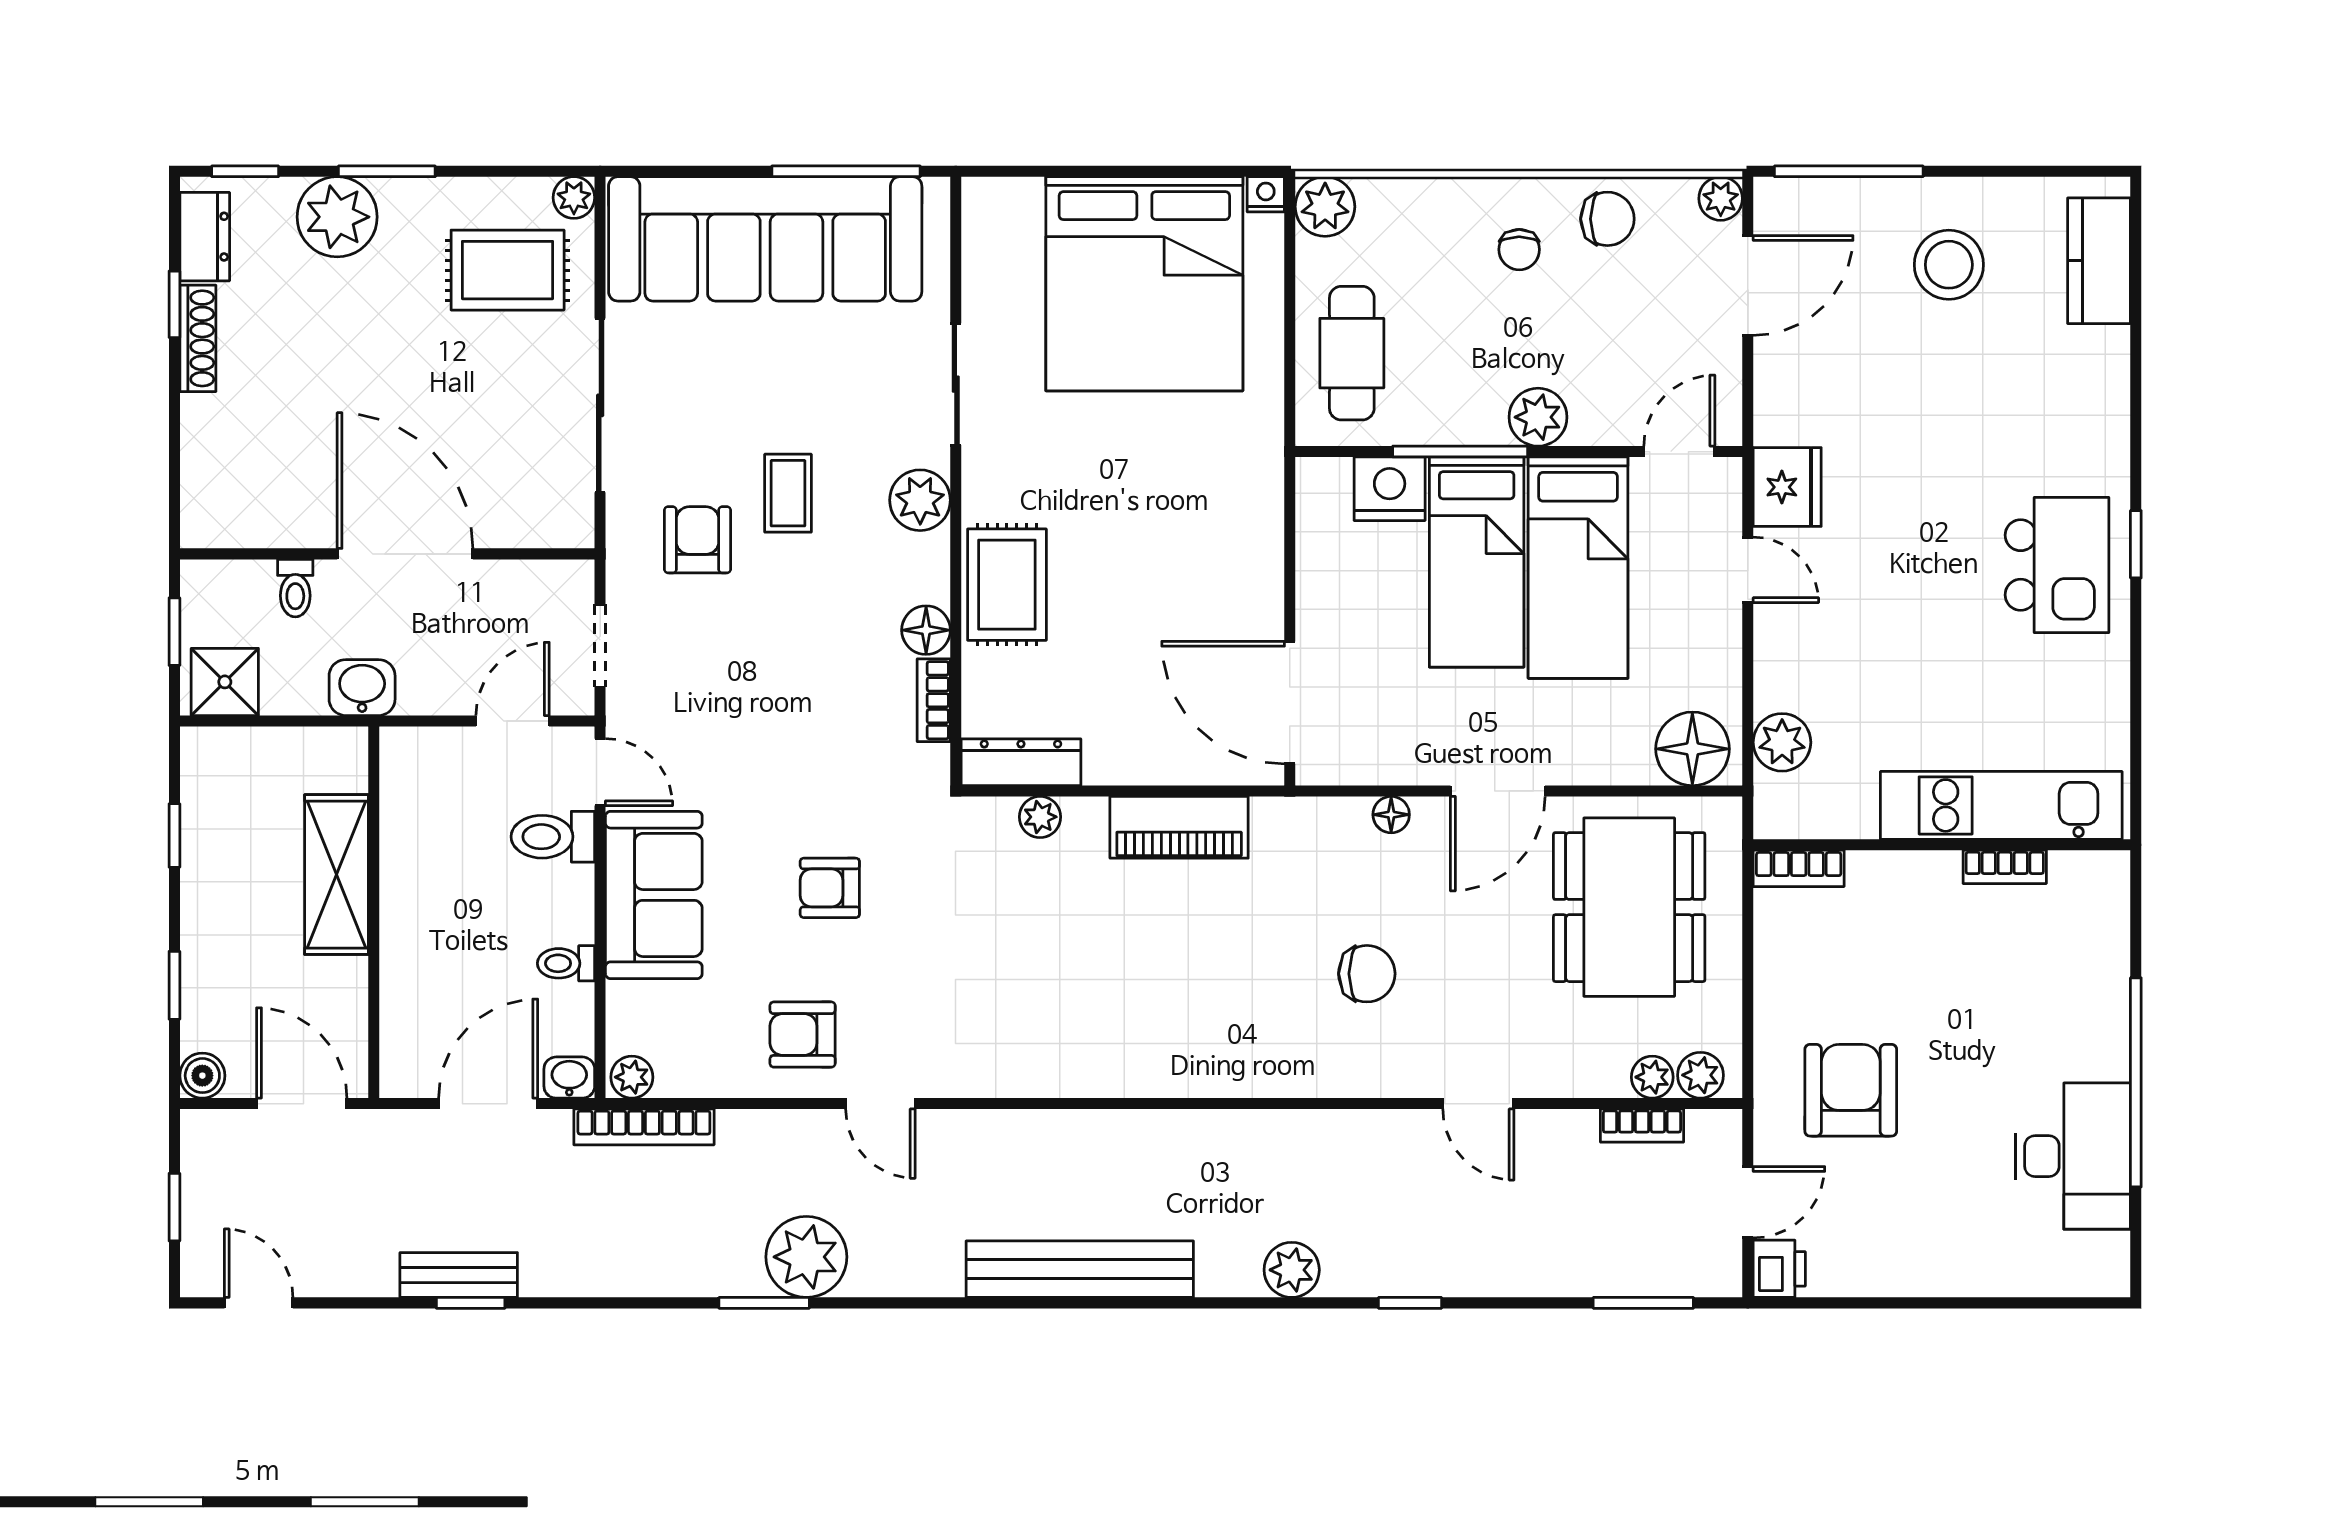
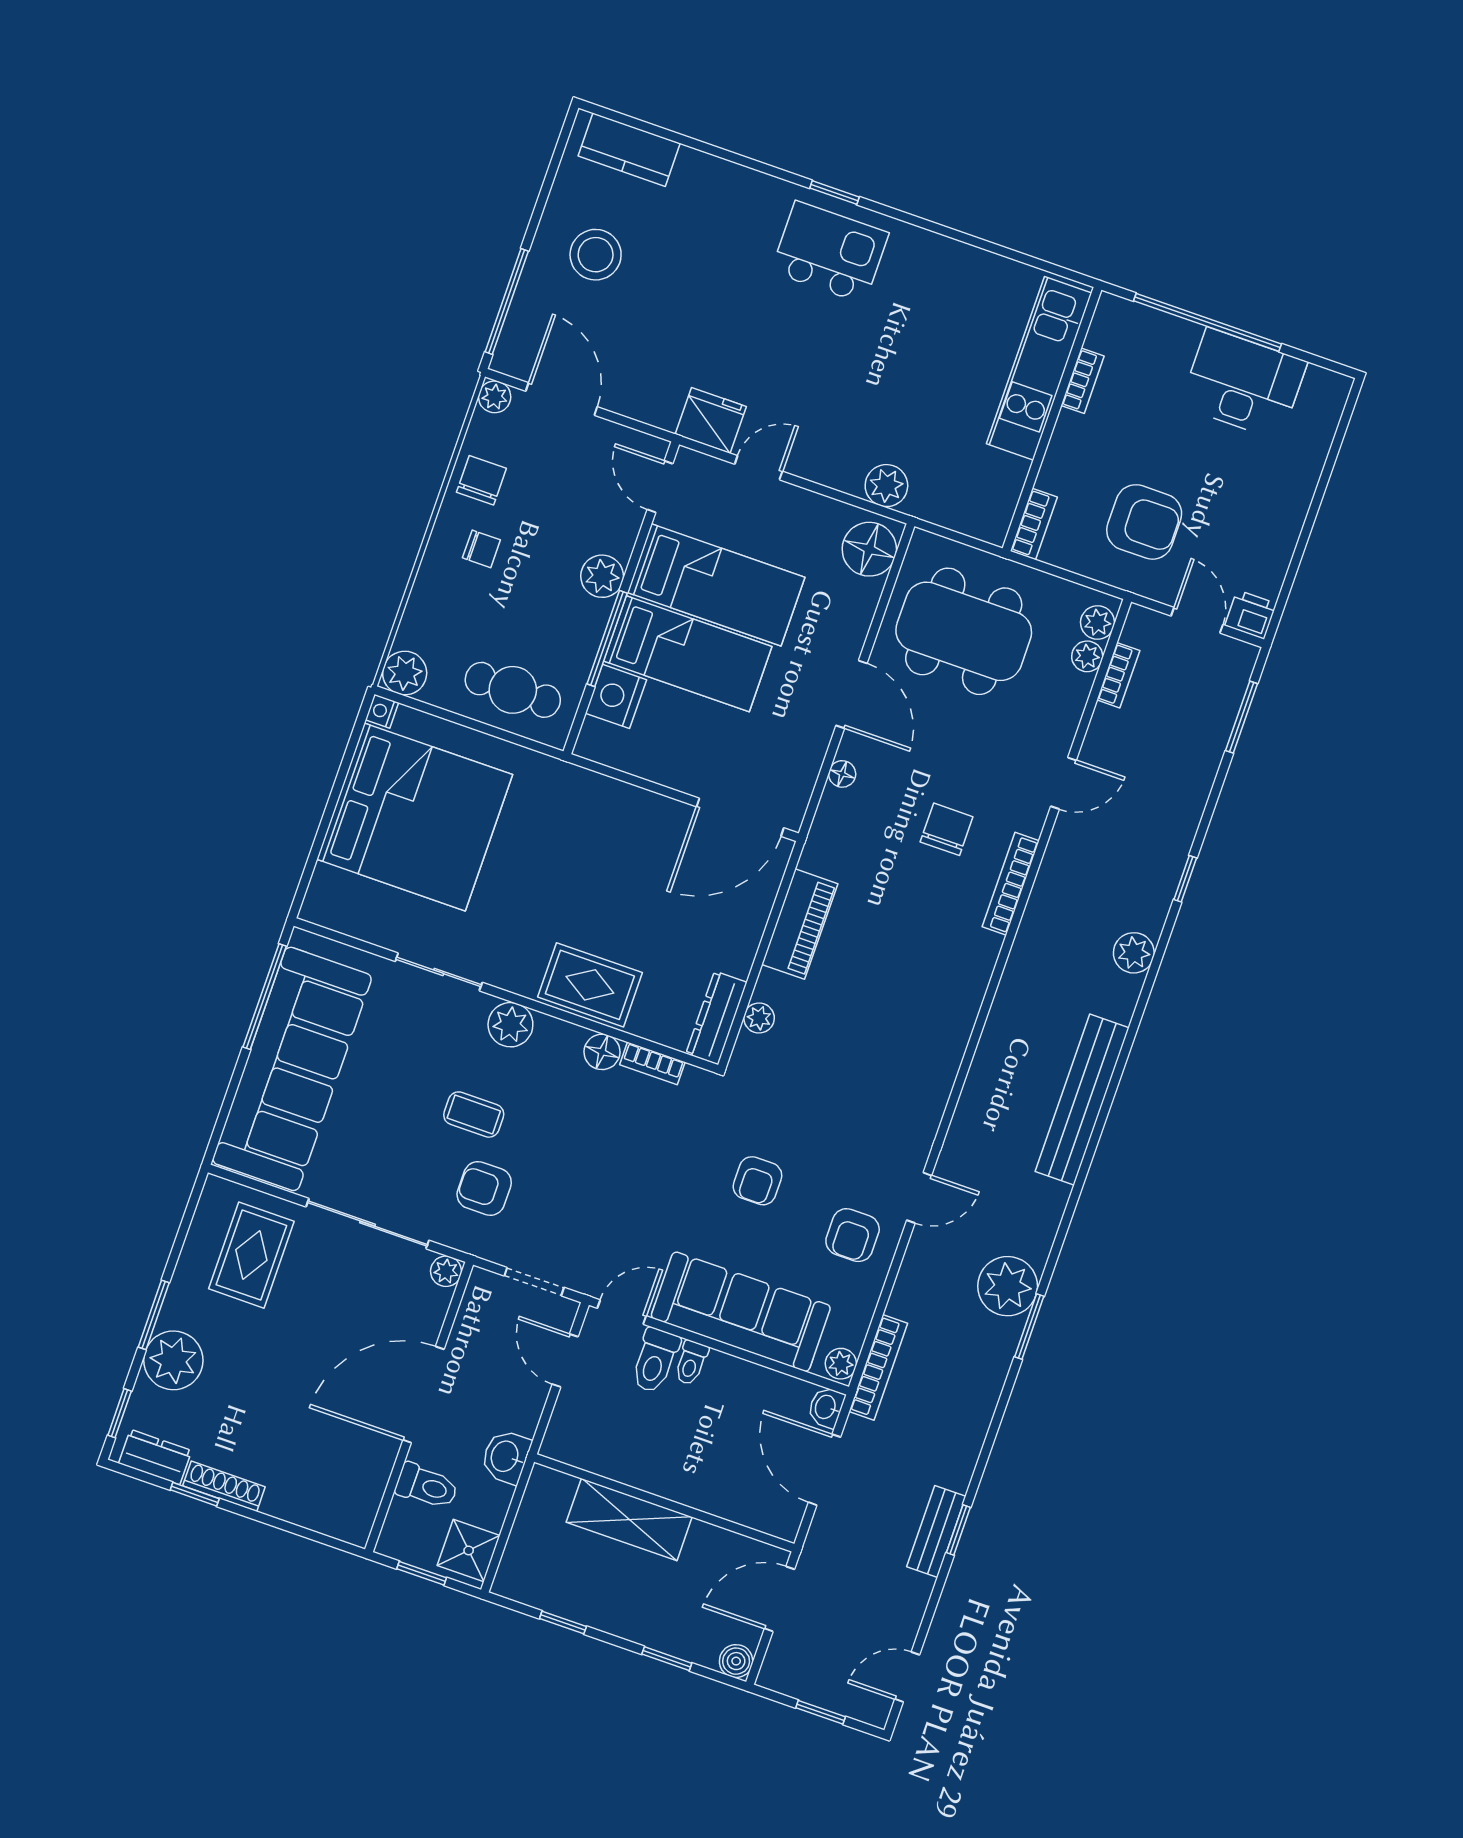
plant: (574, 198) -> (446, 1271), moved
toilet: (295, 588) -> (427, 1486), width x1.37, depth x1.39
kitchen unit: (2001, 805) -> (1039, 368), moved
wall: (1942, 845) -> (1052, 419), moved
bookcase: (2005, 867) -> (1083, 381), moved
bookcase: (1799, 868) -> (1034, 524), moved
sofa: (654, 895) -> (741, 1312), width x1.36
toilet: (566, 963) -> (691, 1363), moved
bookcase: (1325, 1081) -> (1011, 884), added
armchair: (1851, 1090) -> (1144, 522), turned 180

